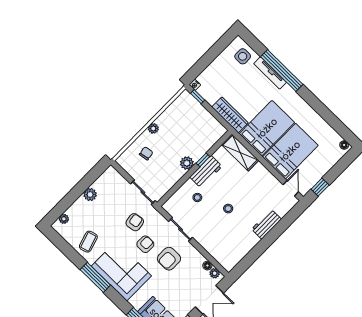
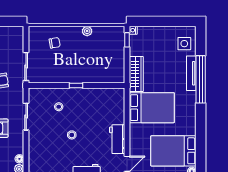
plant: (153, 128) -> (87, 31), moved
bed: (290, 151) -> (173, 151), moved, turned 180
shelving: (240, 153) -> (118, 106), removed
window: (203, 160) -> (76, 86), moved
plant: (187, 163) -> (75, 77), removed
workbench: (206, 172) -> (117, 139), moved, turned 90

